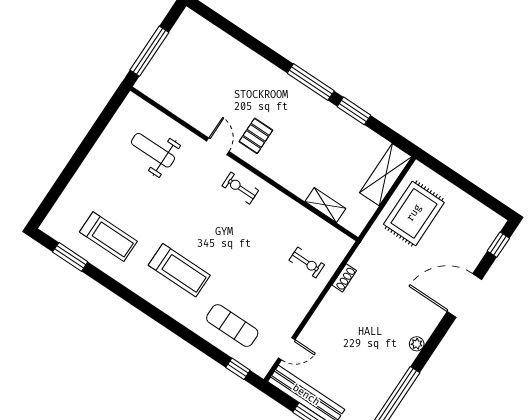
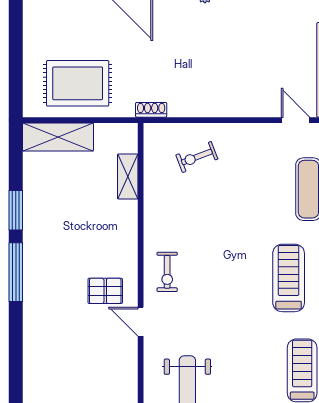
door: (218, 146) -> (141, 322), hinge flipped
exercise bike: (307, 262) -> (197, 157), turned -111
shoe rack: (344, 278) -> (151, 110), moved

